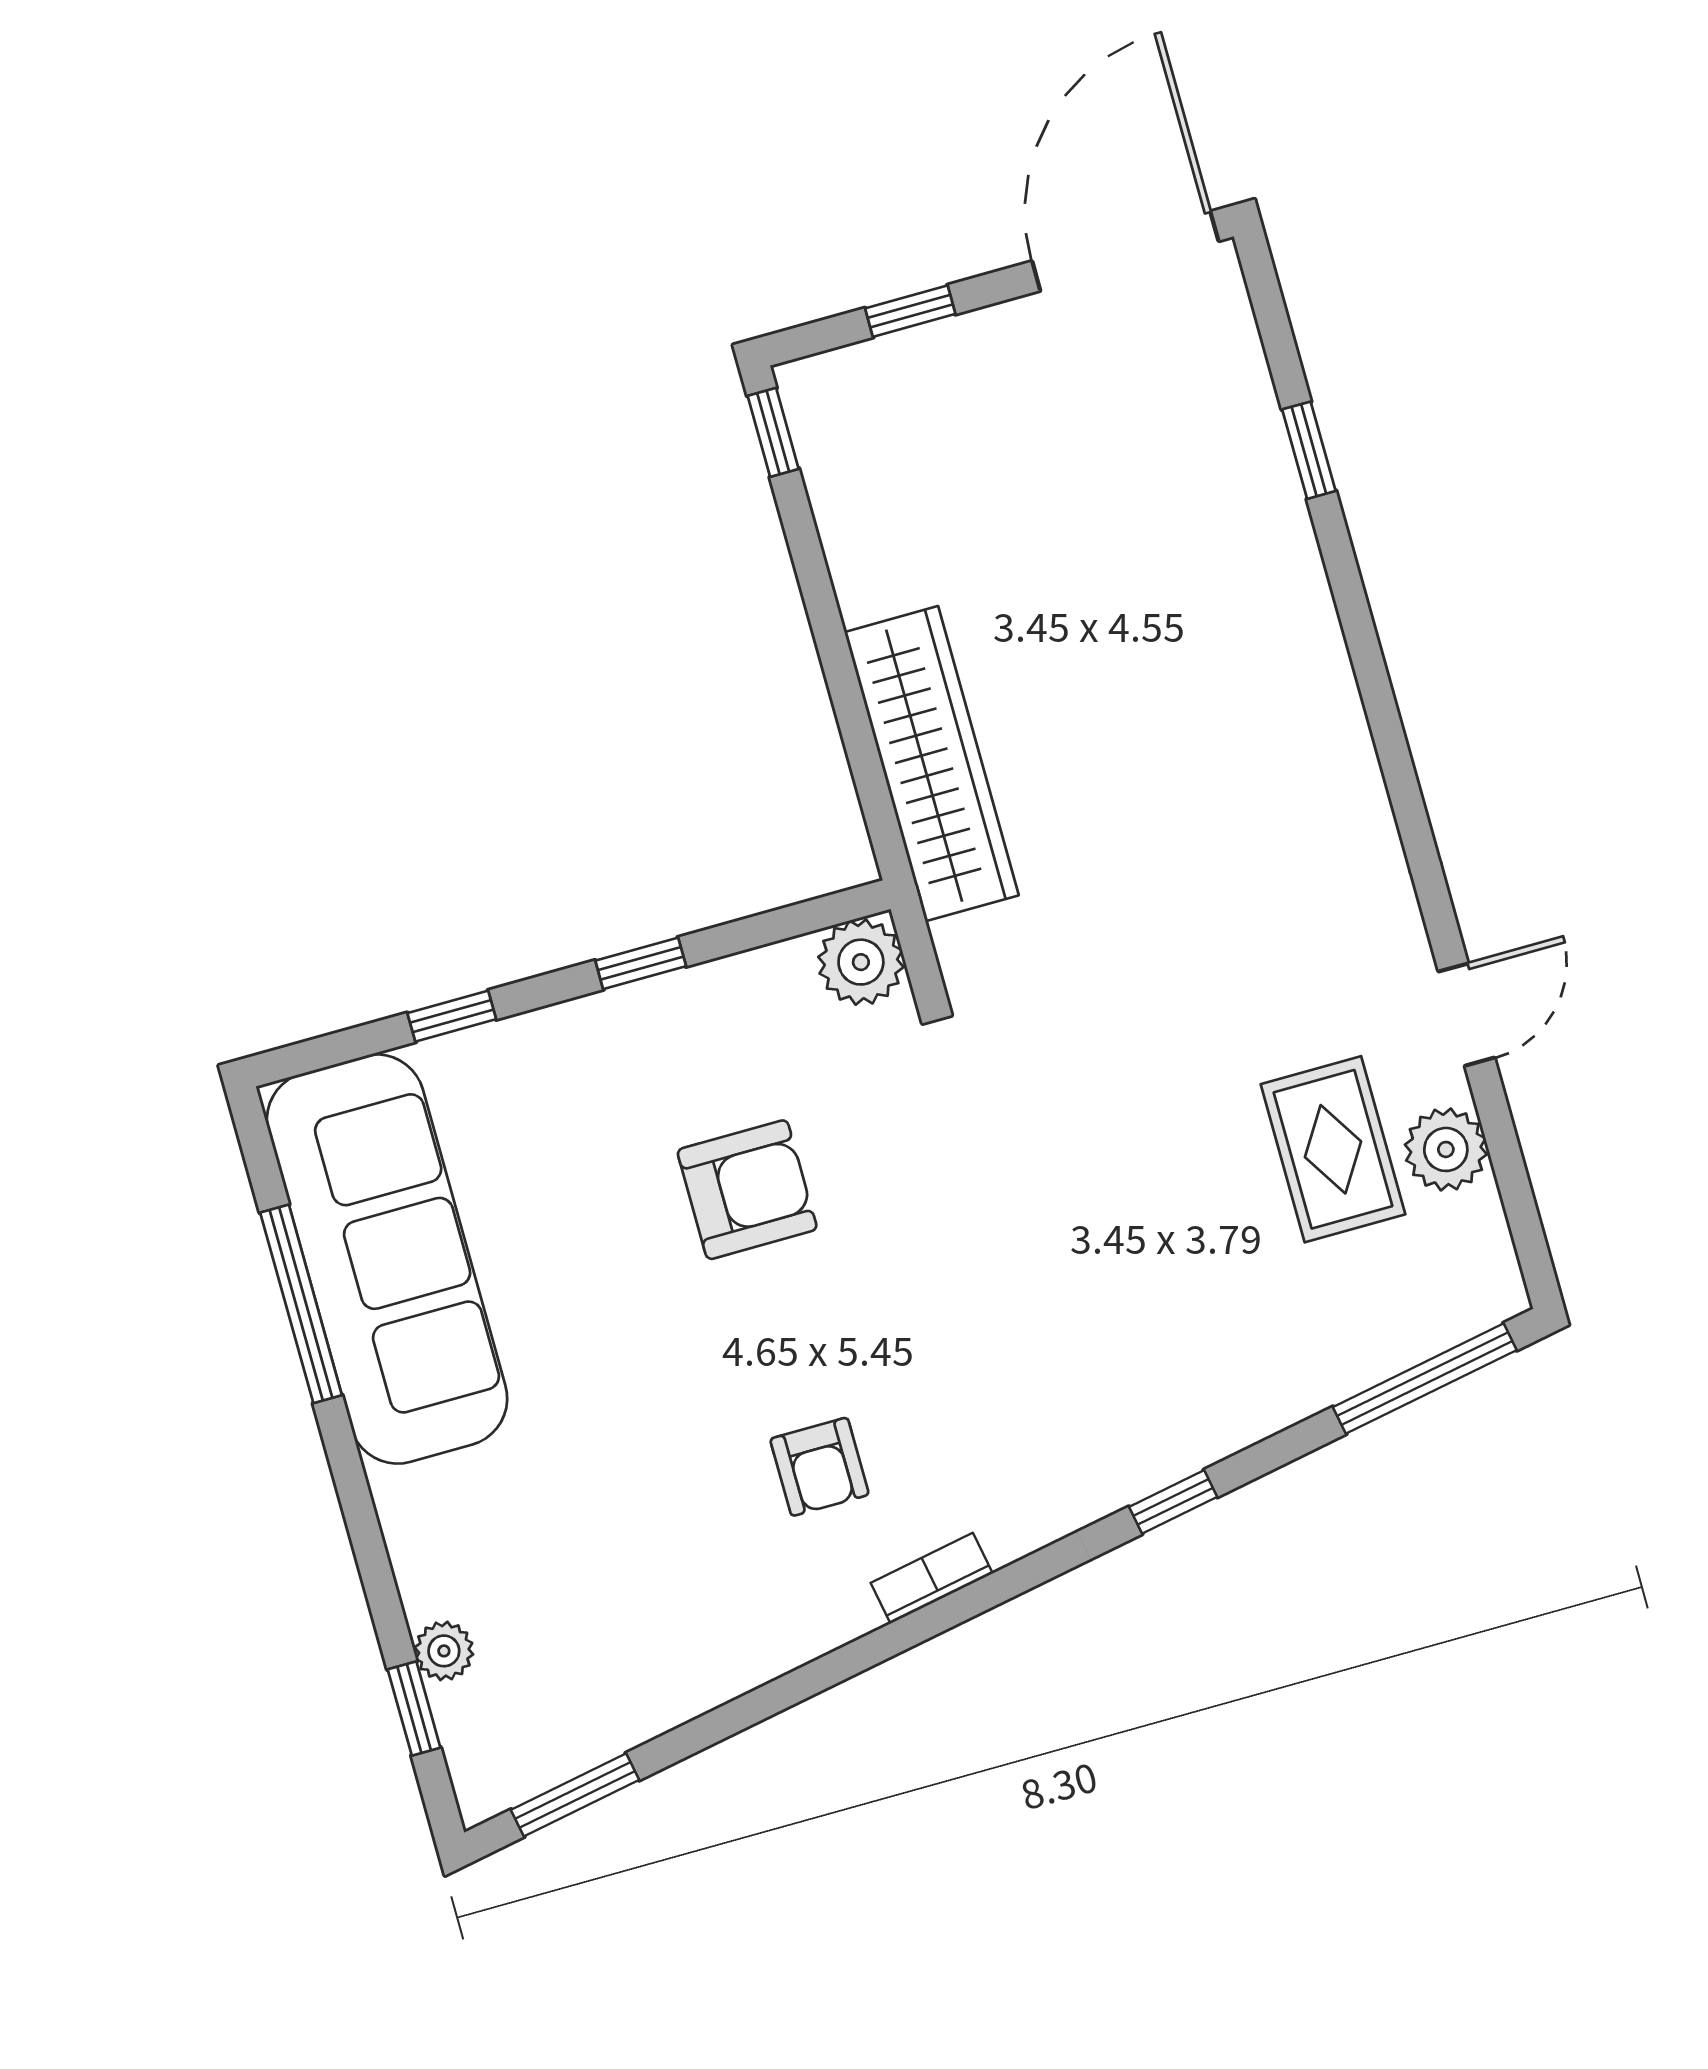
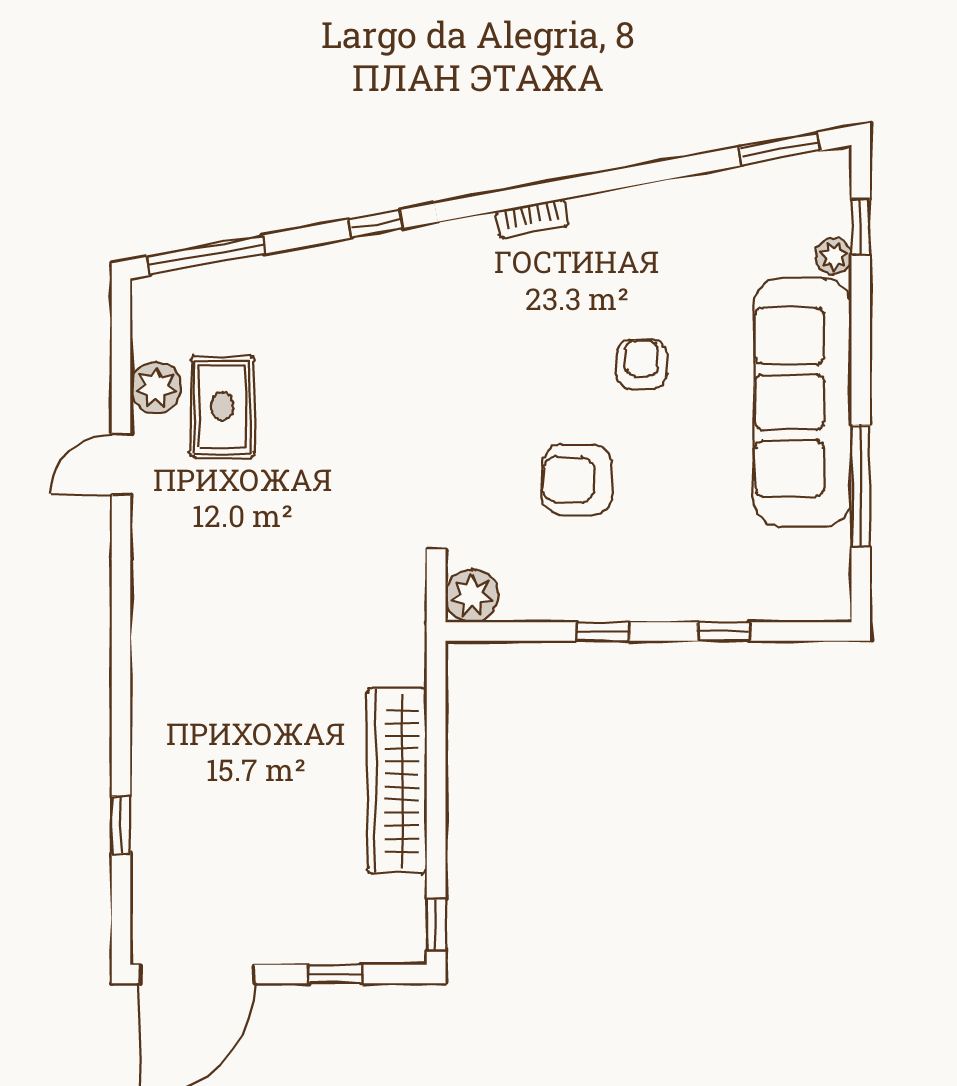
wardrobe: (932, 764) -> (397, 781), moved
sofa: (387, 1259) -> (802, 402), moved
armchair: (819, 1467) -> (642, 364), moved

